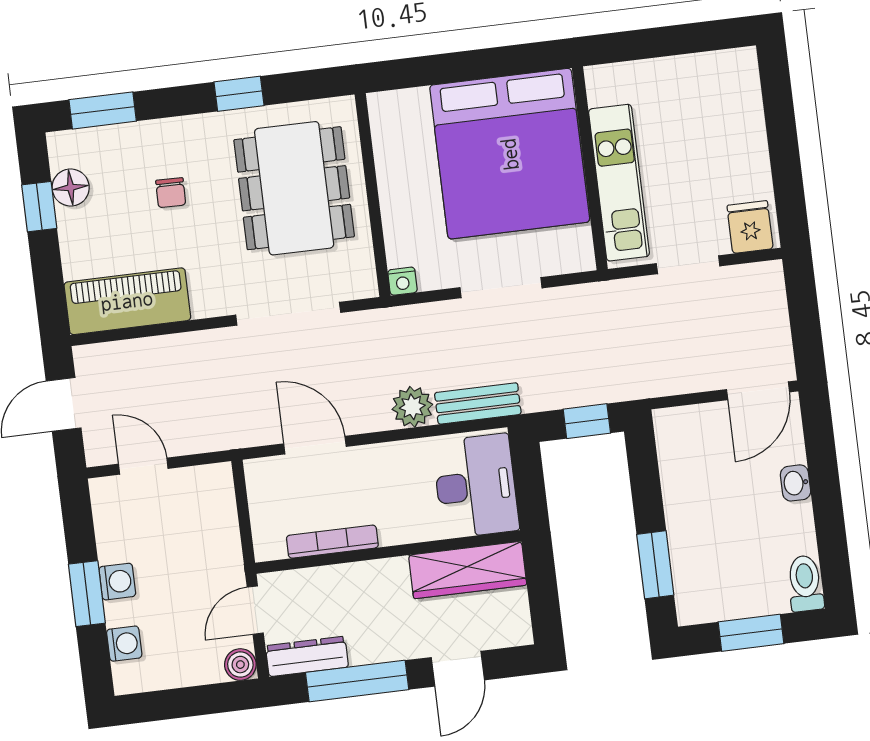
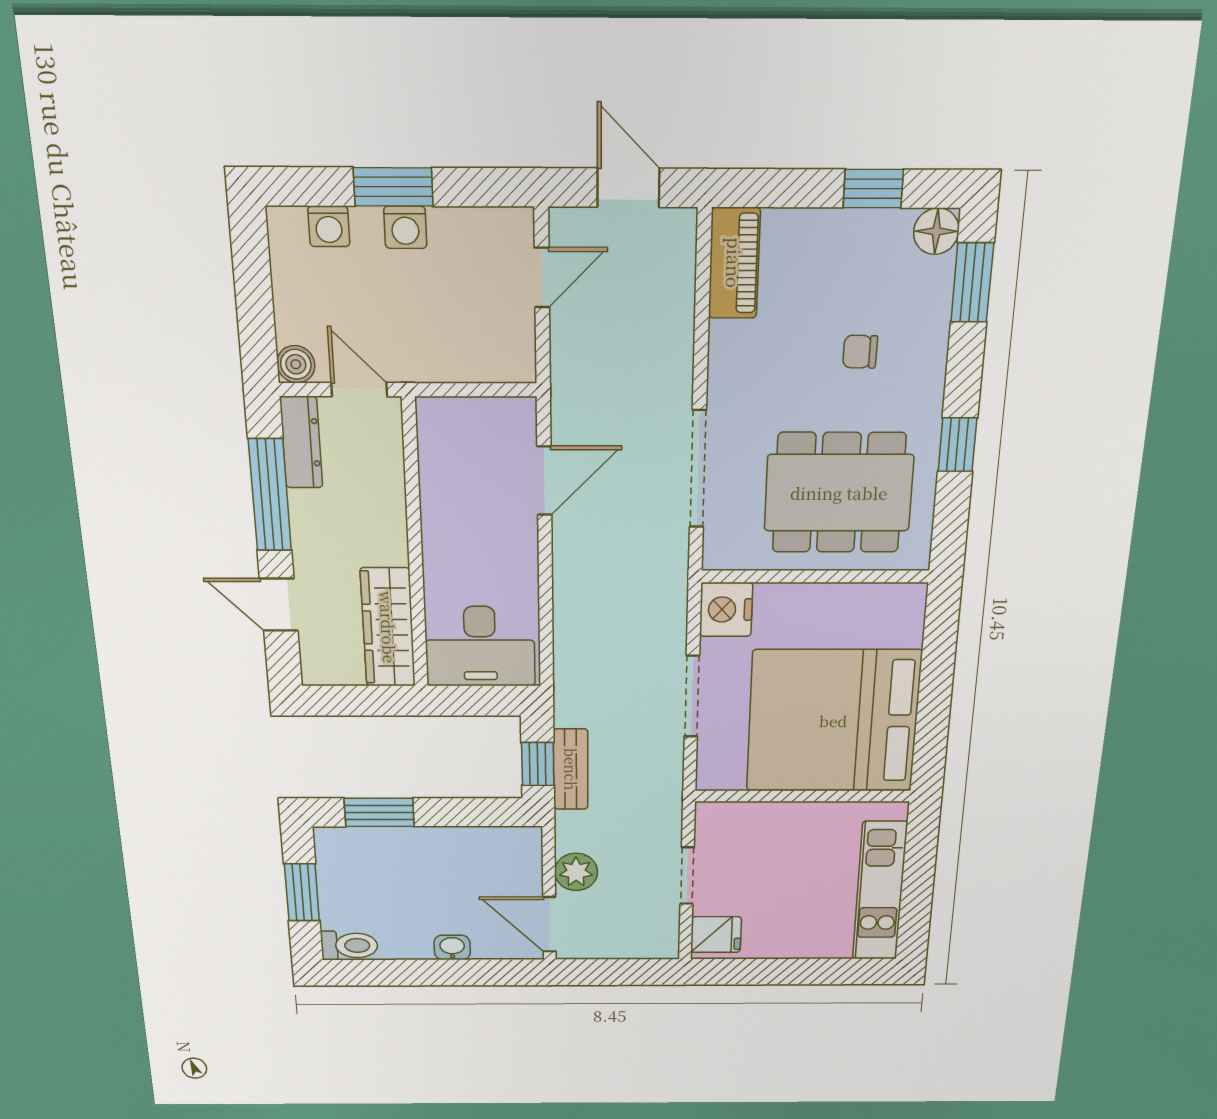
kitchen unit: (619, 183) -> (880, 891), moved, turned 90
floor lamp: (71, 187) -> (936, 231), moved
nightstand: (402, 281) -> (726, 610), width x1.89, depth x1.79
piano: (127, 301) -> (734, 263), width x0.73, depth x0.75
bench: (478, 403) -> (571, 769), moved
plant: (412, 407) -> (576, 872), moved
bookcase: (332, 542) -> (432, 487), removed

